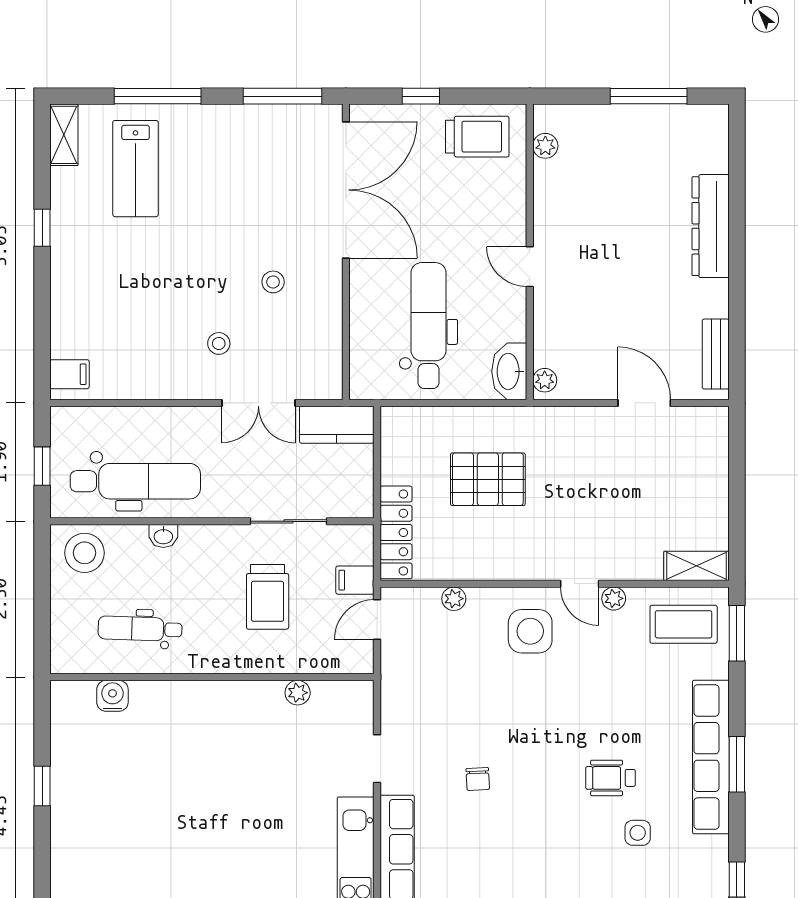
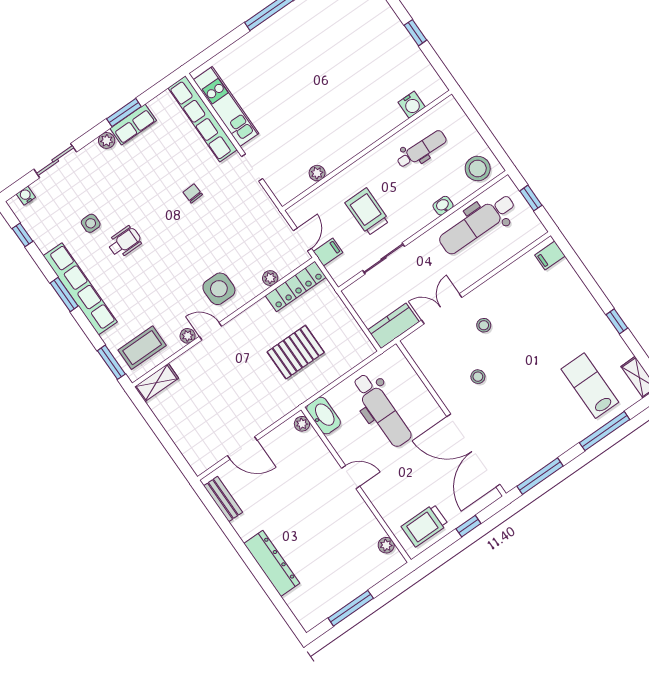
locker: (396, 532) -> (296, 286), moved, turned -90

